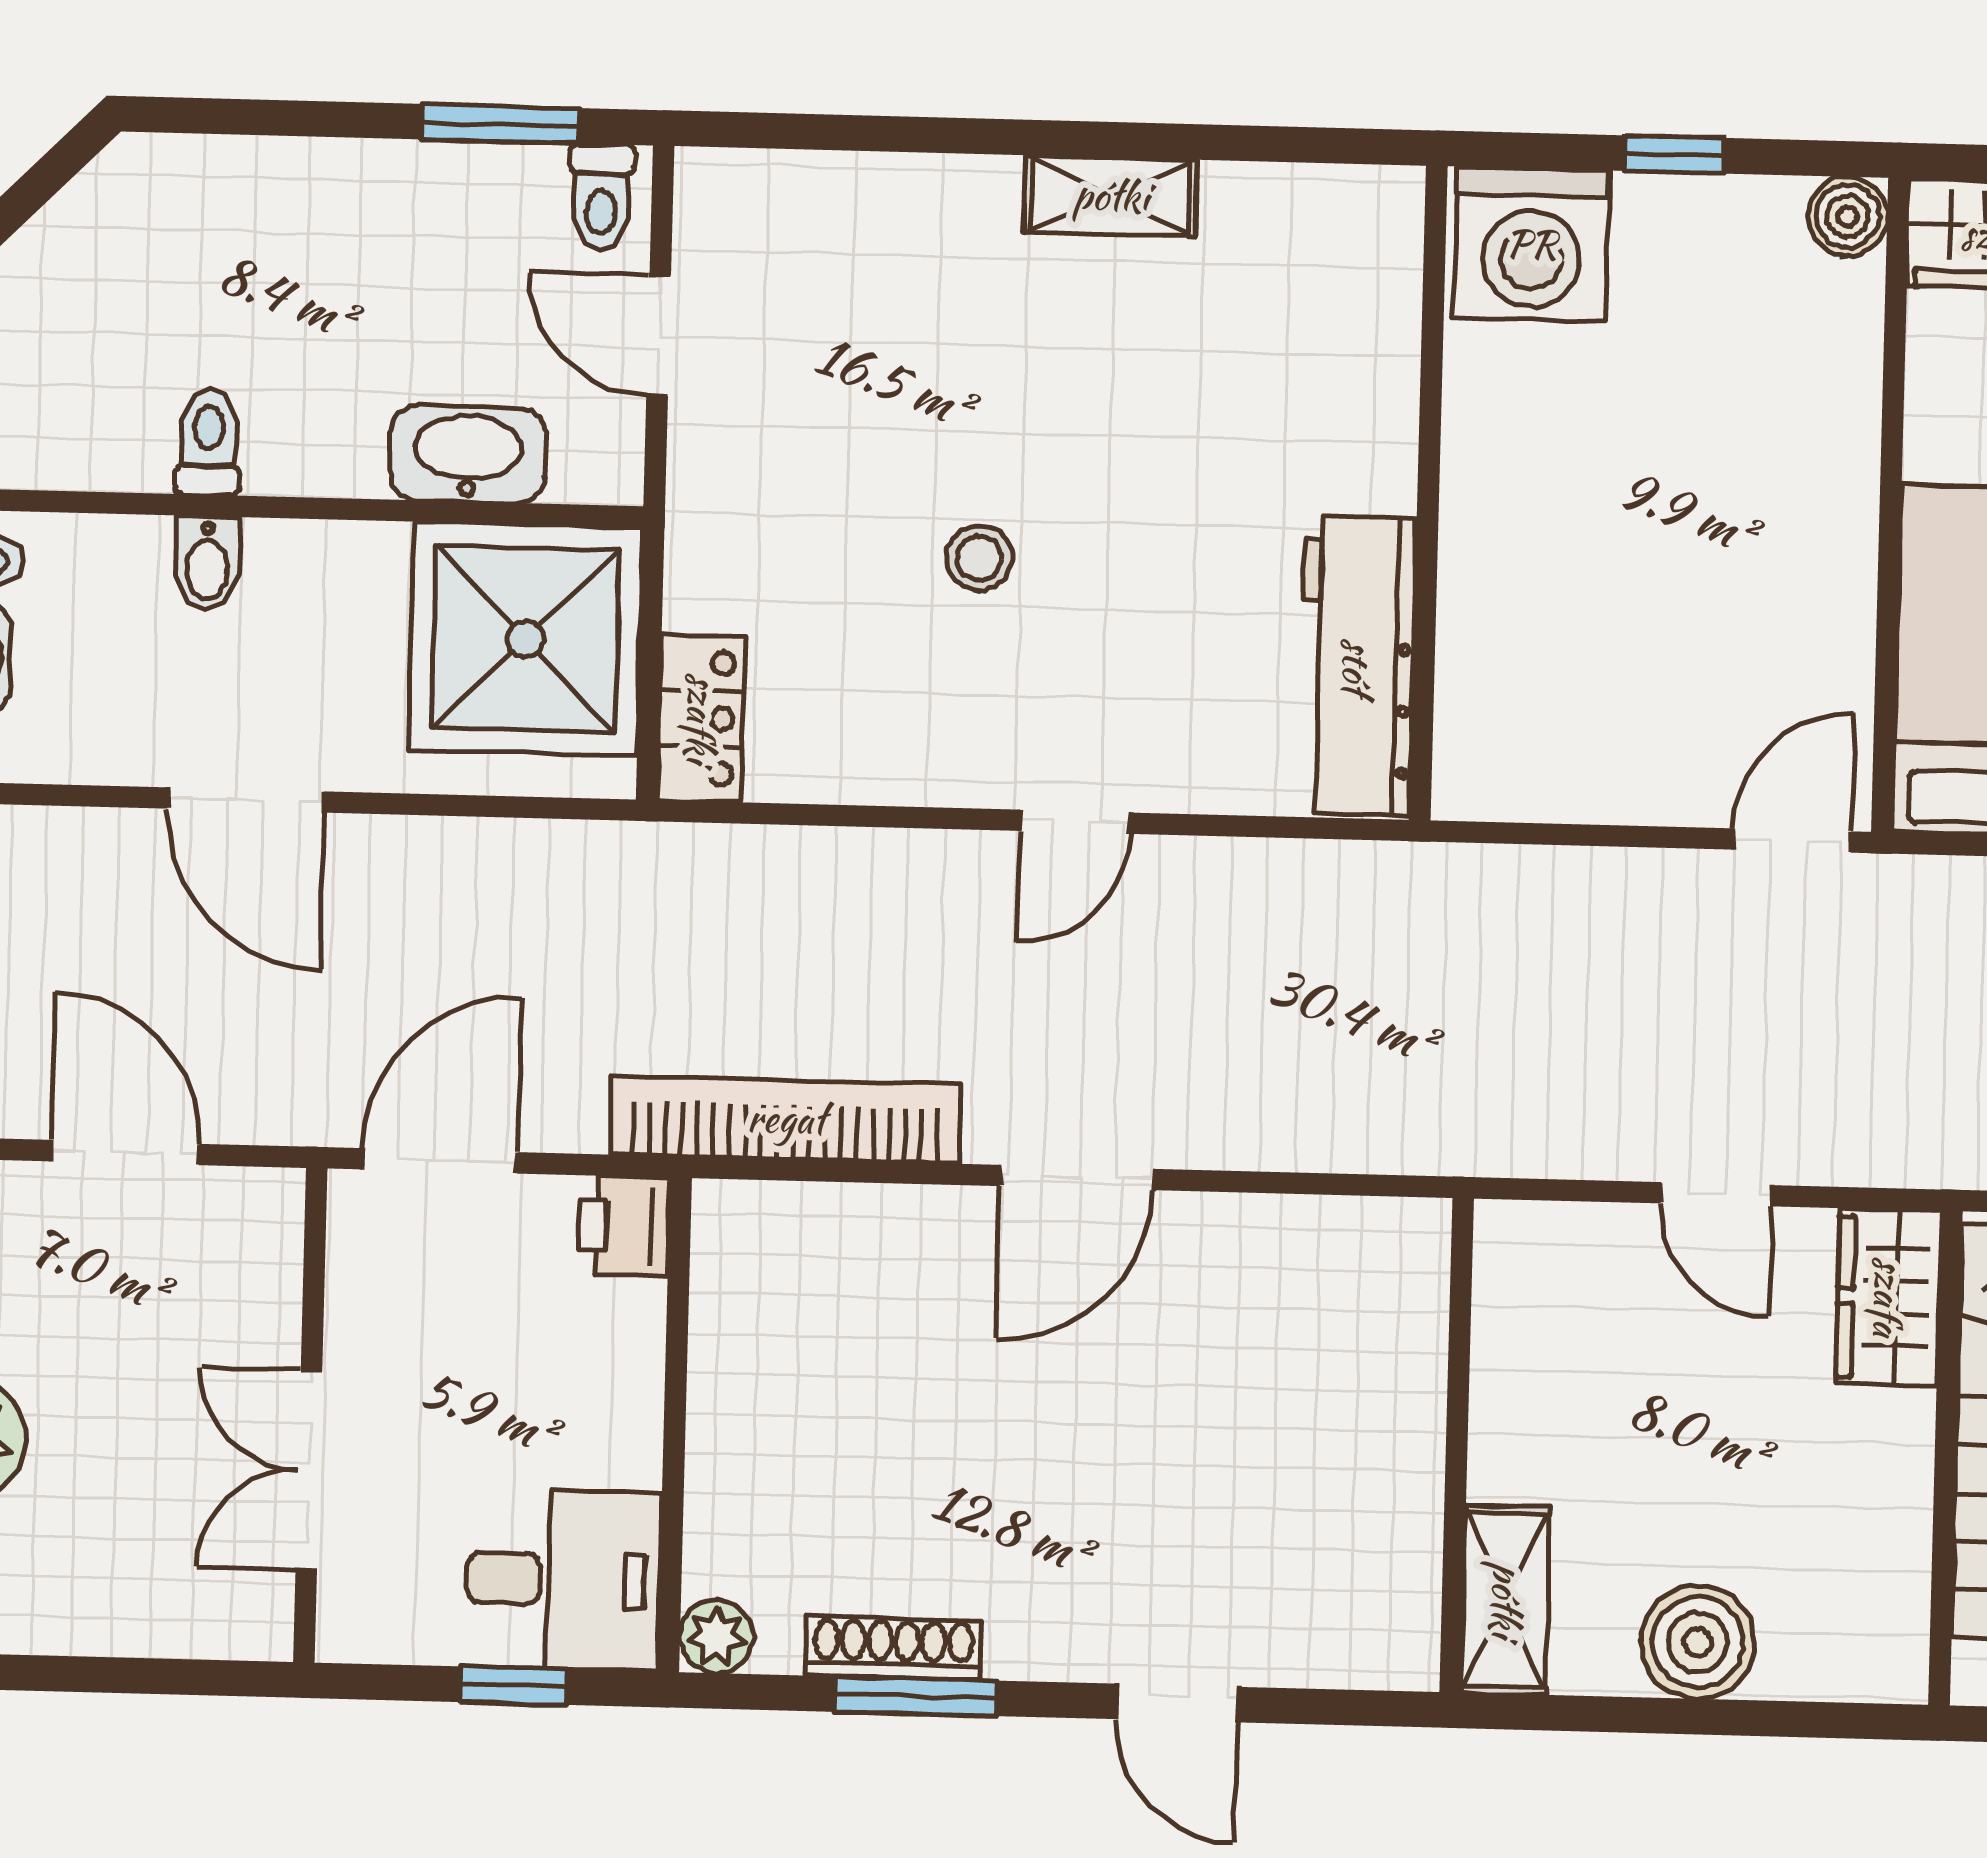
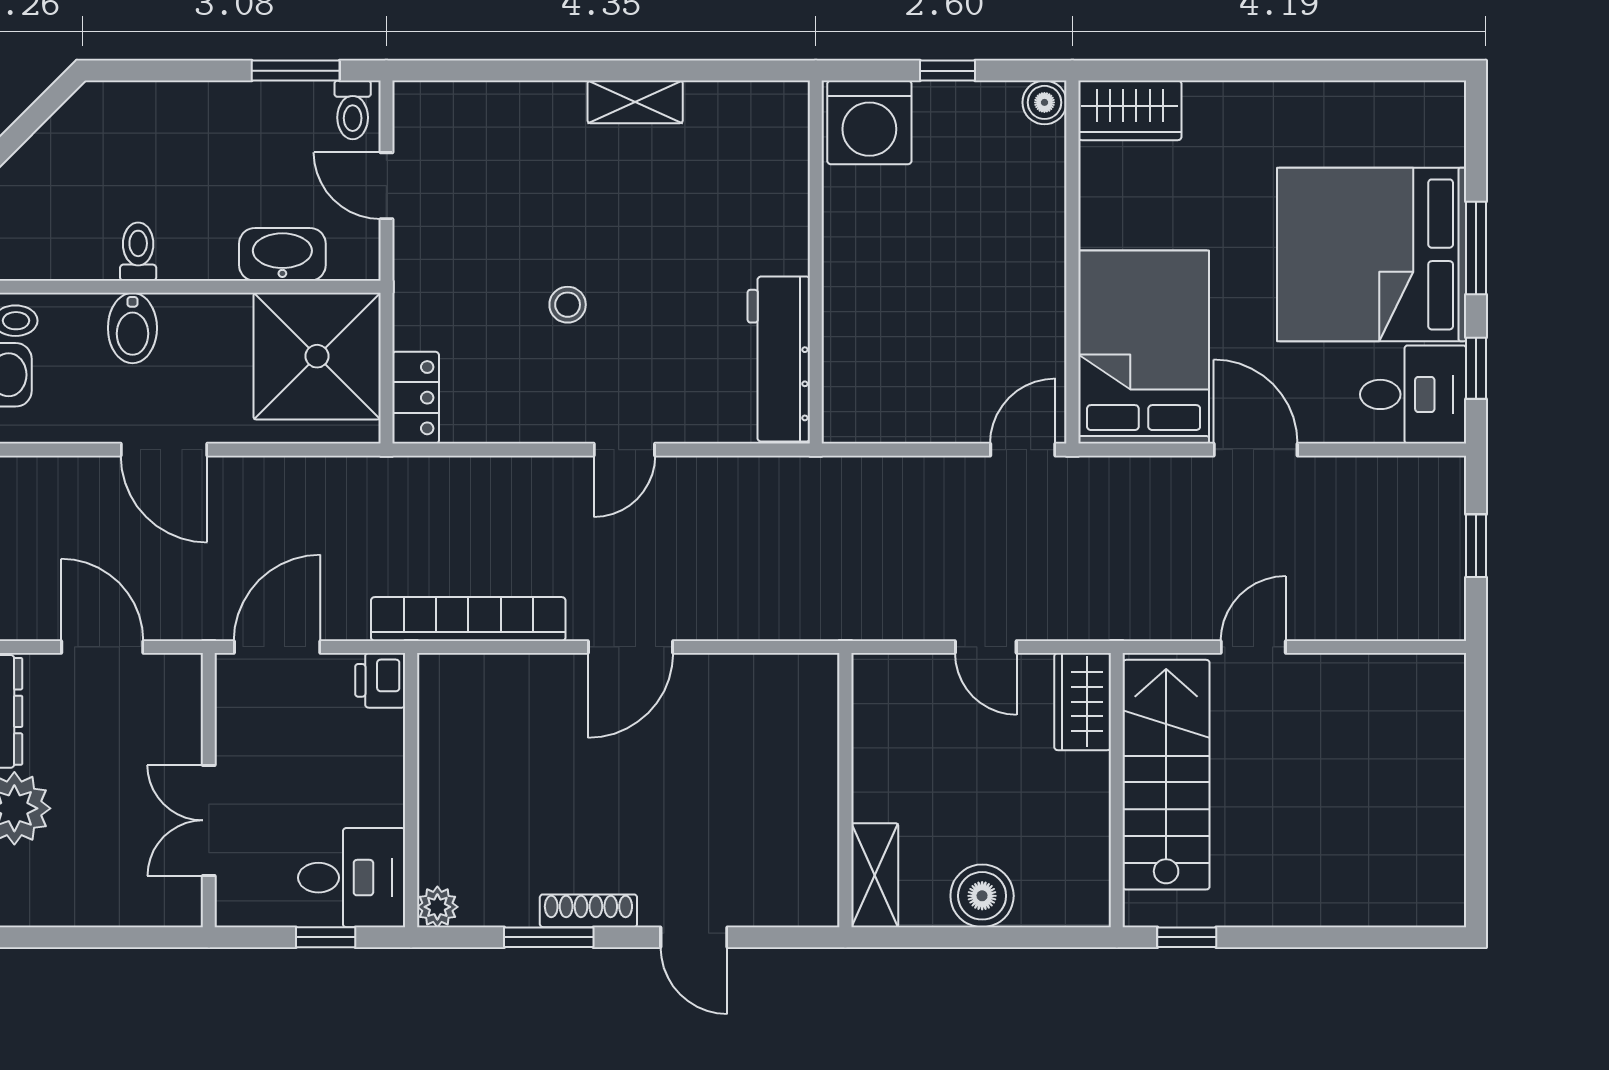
bidet: (207, 563) -> (132, 328), width x1.38, depth x1.36
shoe rack: (894, 1648) -> (588, 911), moved

